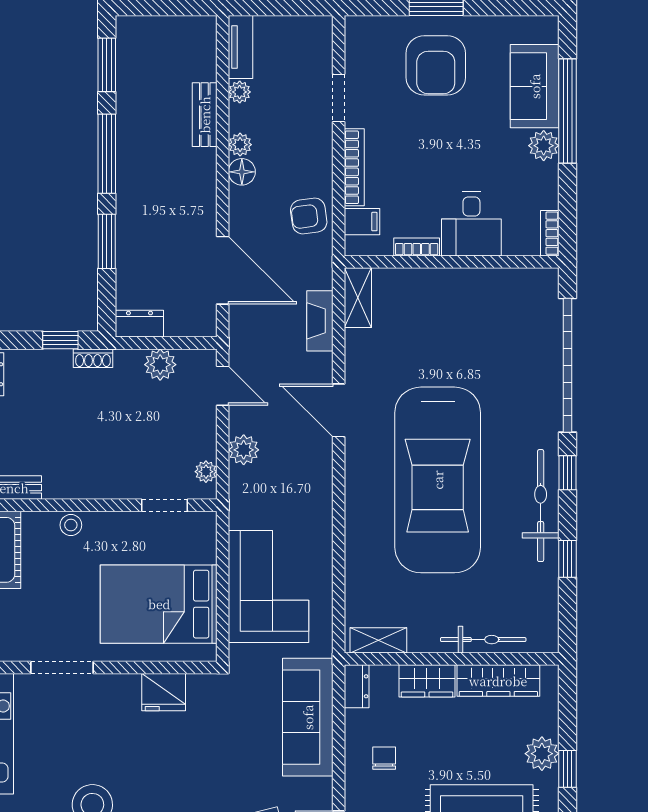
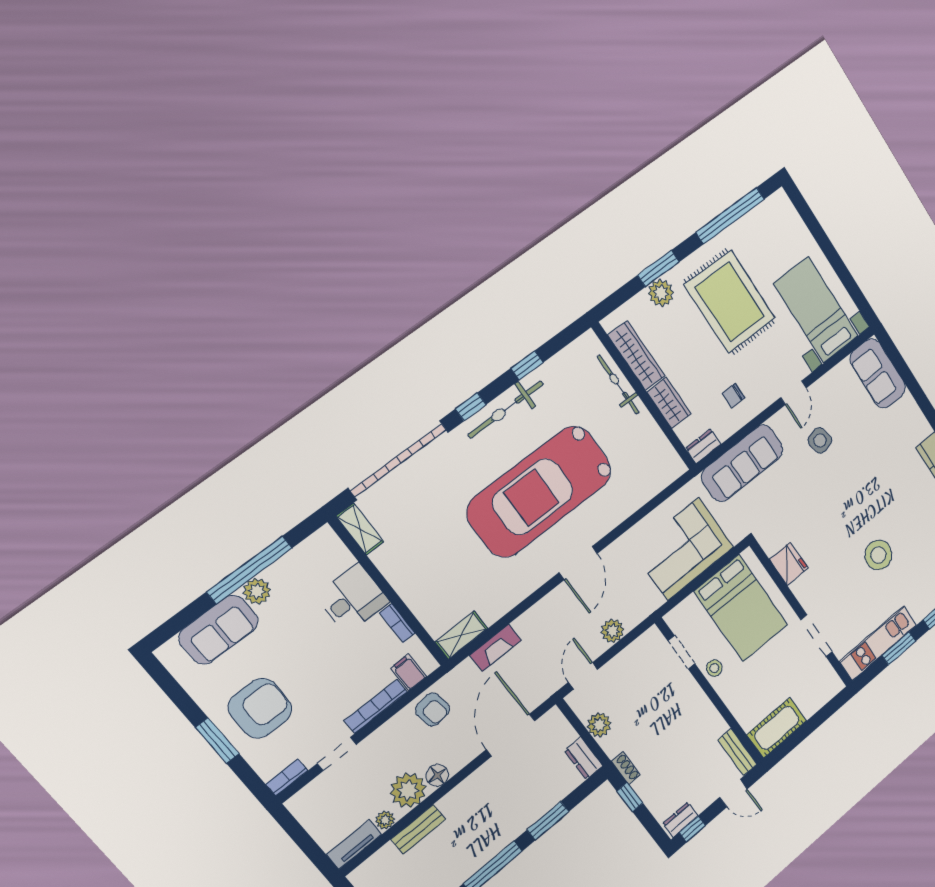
window: (568, 111) -> (250, 570), moved
plant: (240, 145) -> (408, 790), width x1.88, depth x1.88
bookcase: (550, 233) -> (287, 777), moved, turned 180
door: (339, 410) -> (578, 563), moved
plant: (206, 472) -> (643, 643), removed
car: (438, 480) -> (540, 491), turned 180
stool: (71, 525) -> (714, 668), moved
shelving: (378, 640) -> (360, 529), moved
window: (568, 769) -> (658, 269), width x1.50

